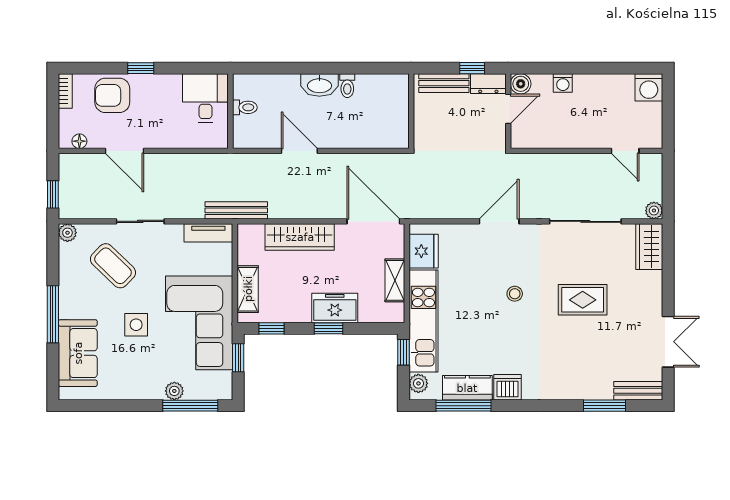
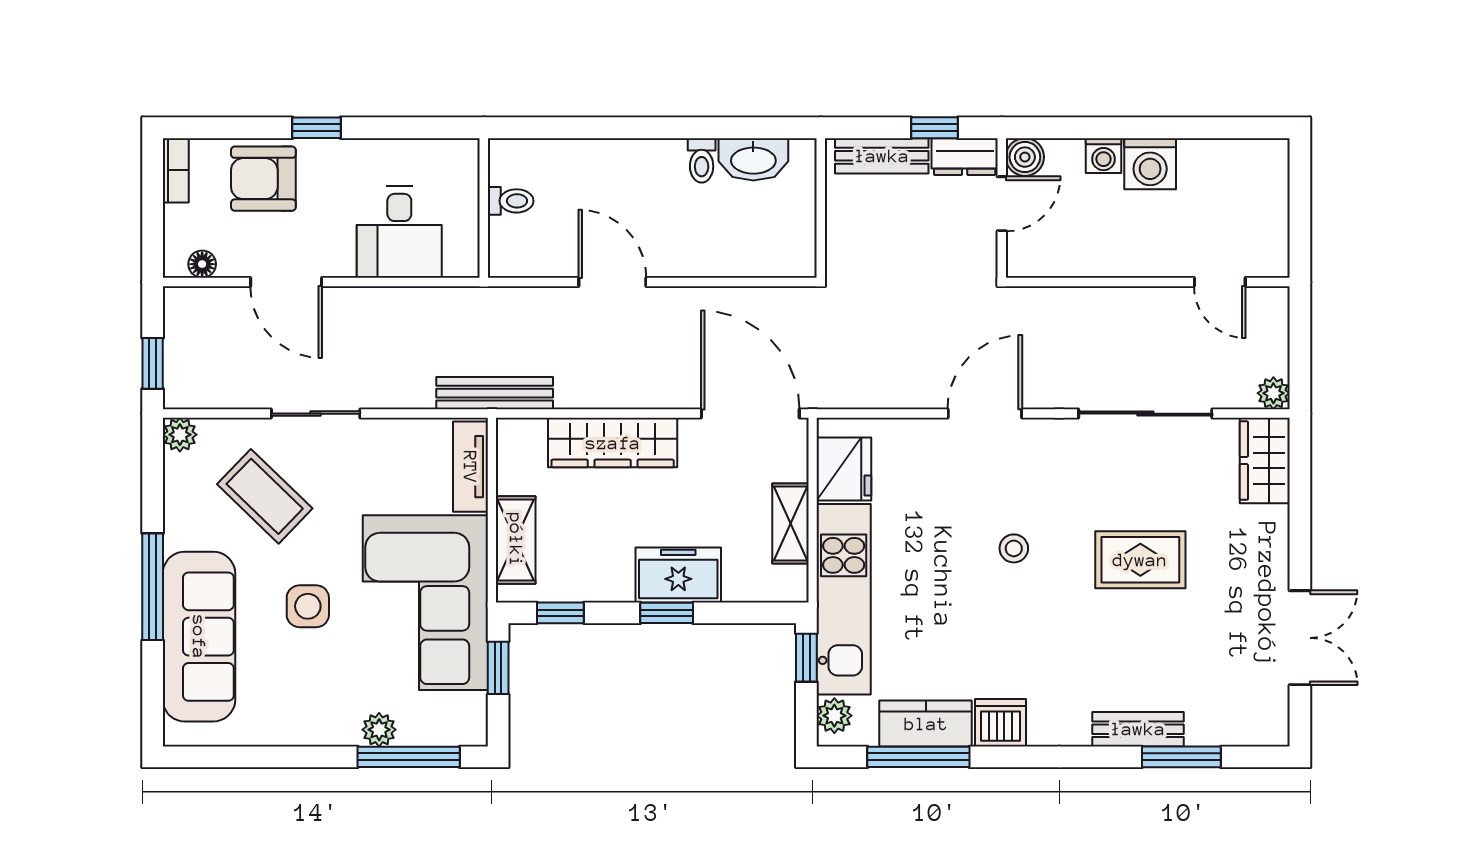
washbasin: (319, 85) -> (753, 159), moved
washing machine: (649, 87) -> (1150, 164), moved
desk: (205, 98) -> (399, 232), moved, turned 180
tv unit: (208, 233) -> (470, 467), moved, turned 90
sofa: (78, 353) -> (199, 637), width x1.36
bench: (638, 391) -> (1138, 729), moved

